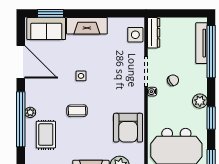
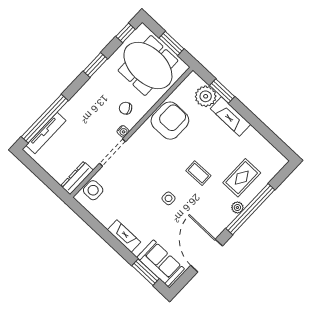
fireplace: (87, 26) -> (124, 236), width x0.73, depth x0.76
chair: (173, 80) -> (126, 108), moved
plant: (200, 101) -> (92, 87), removed

